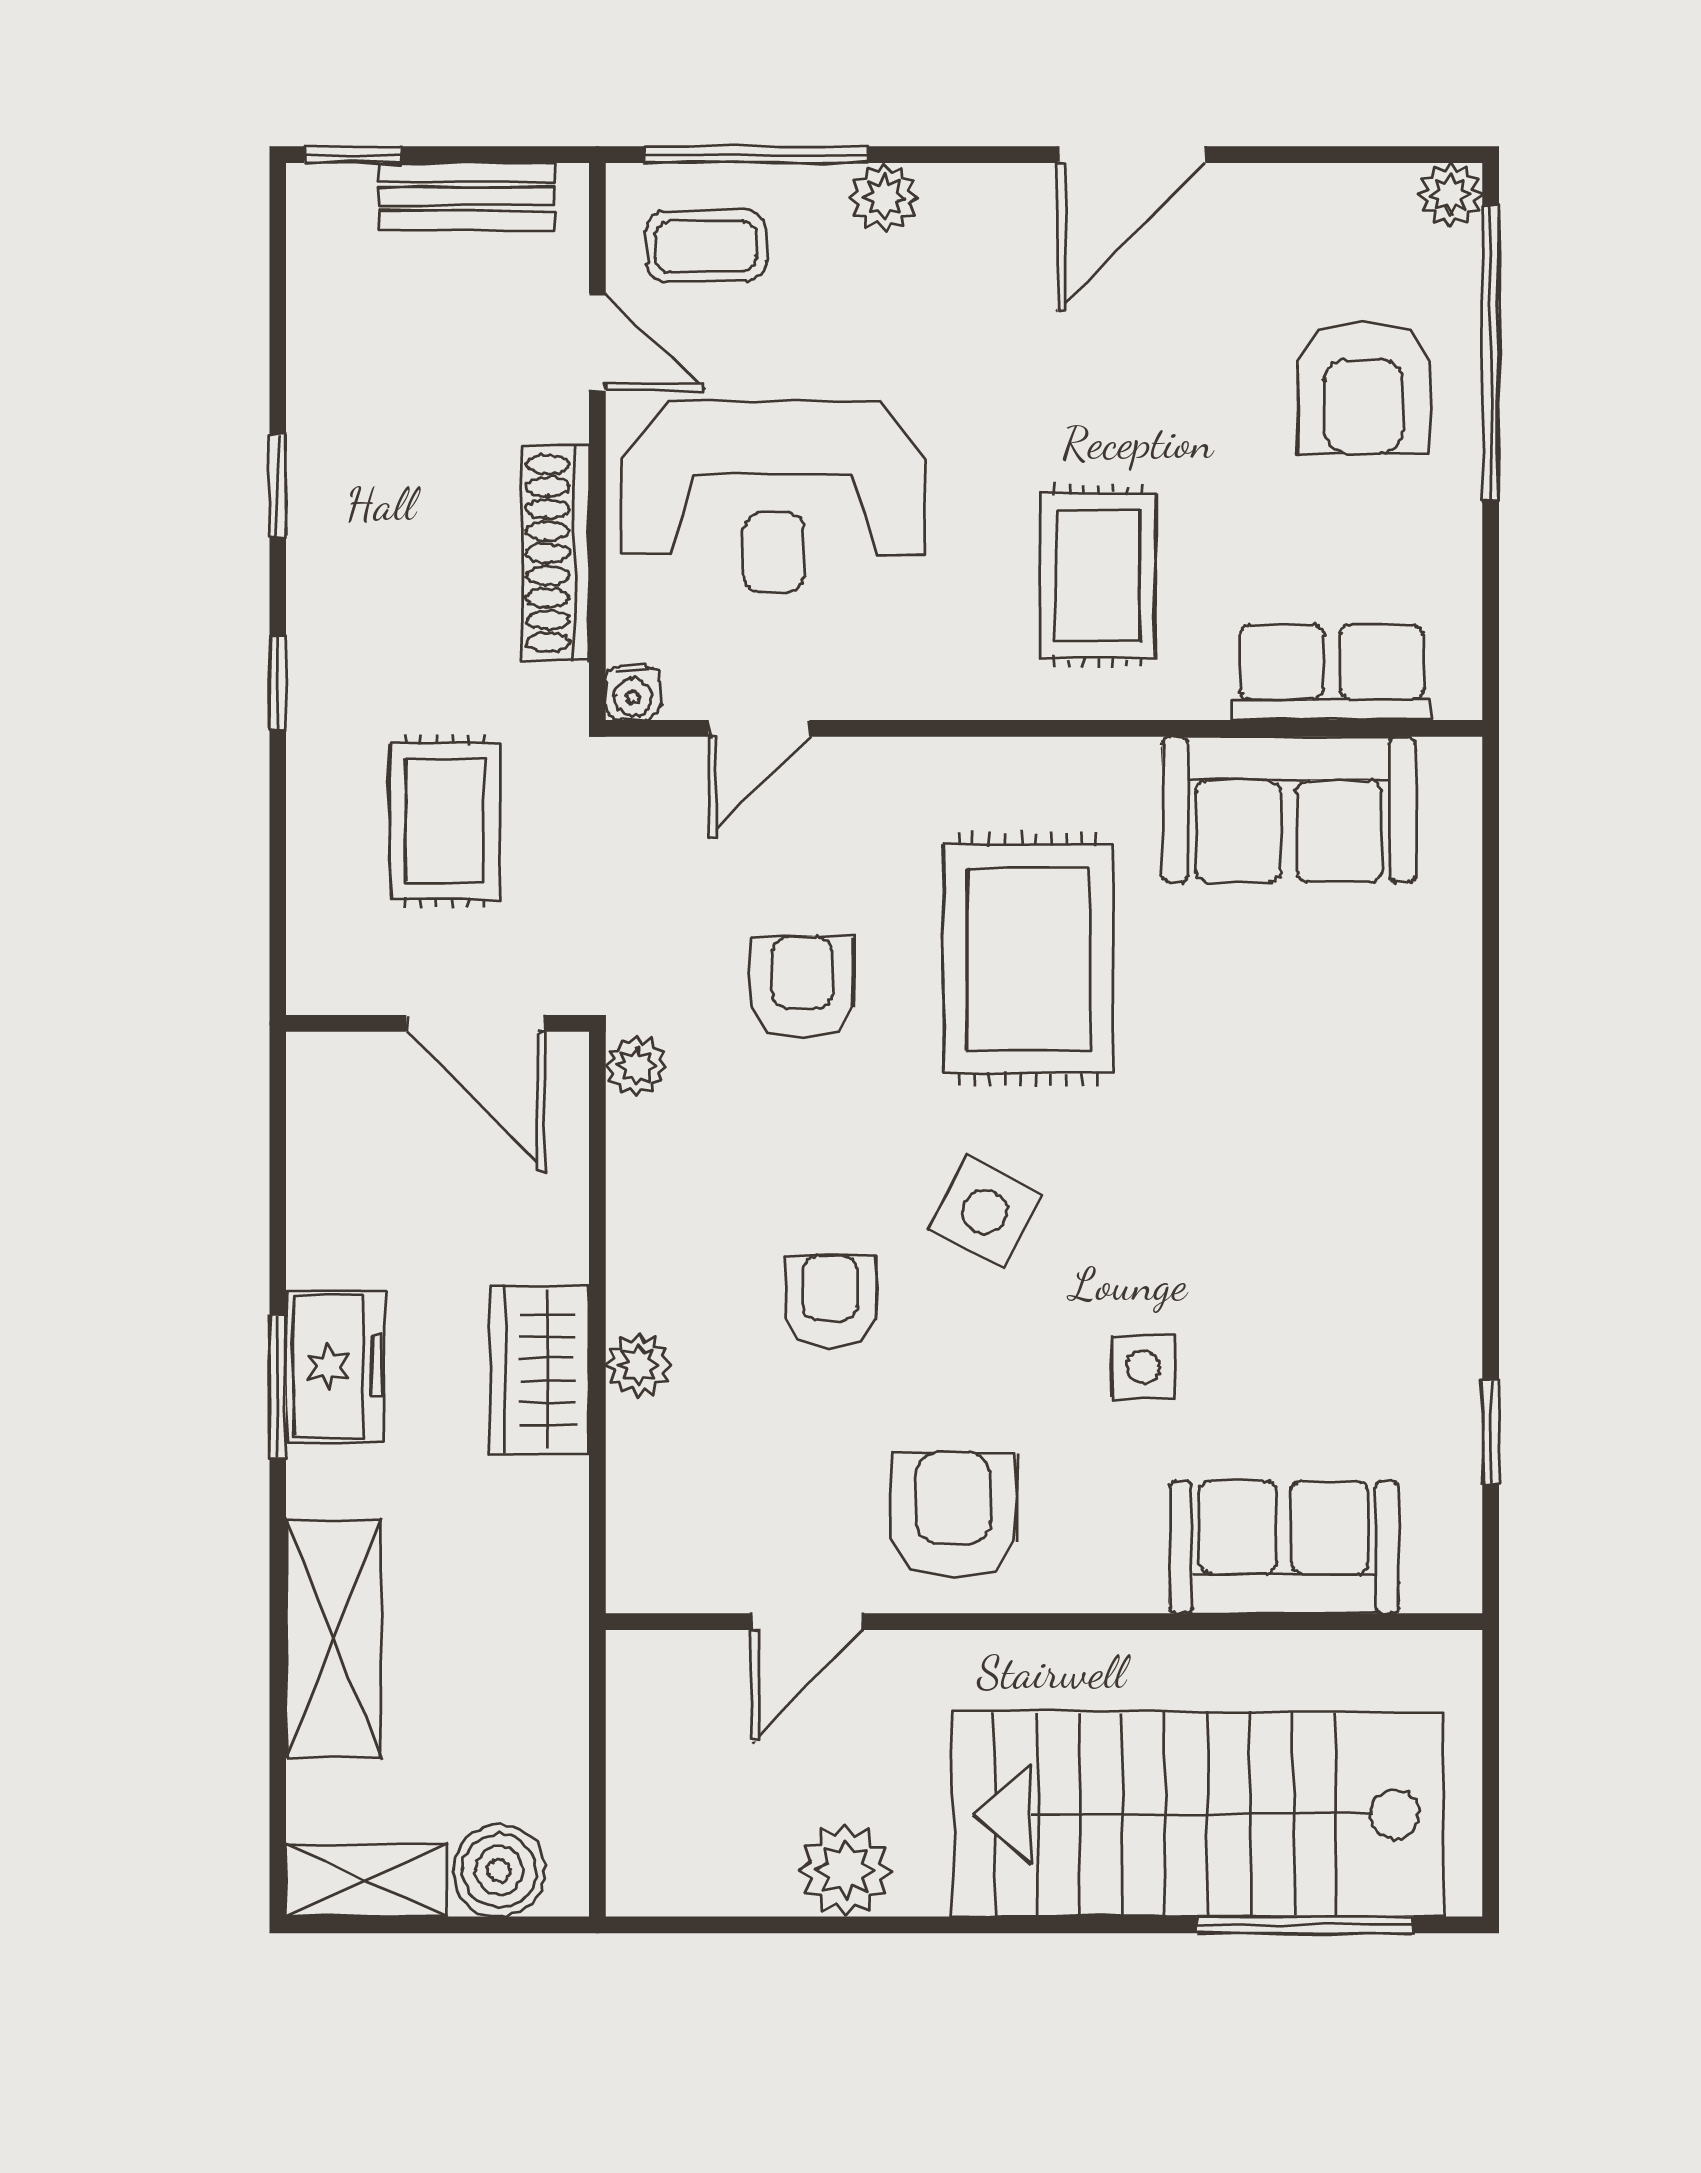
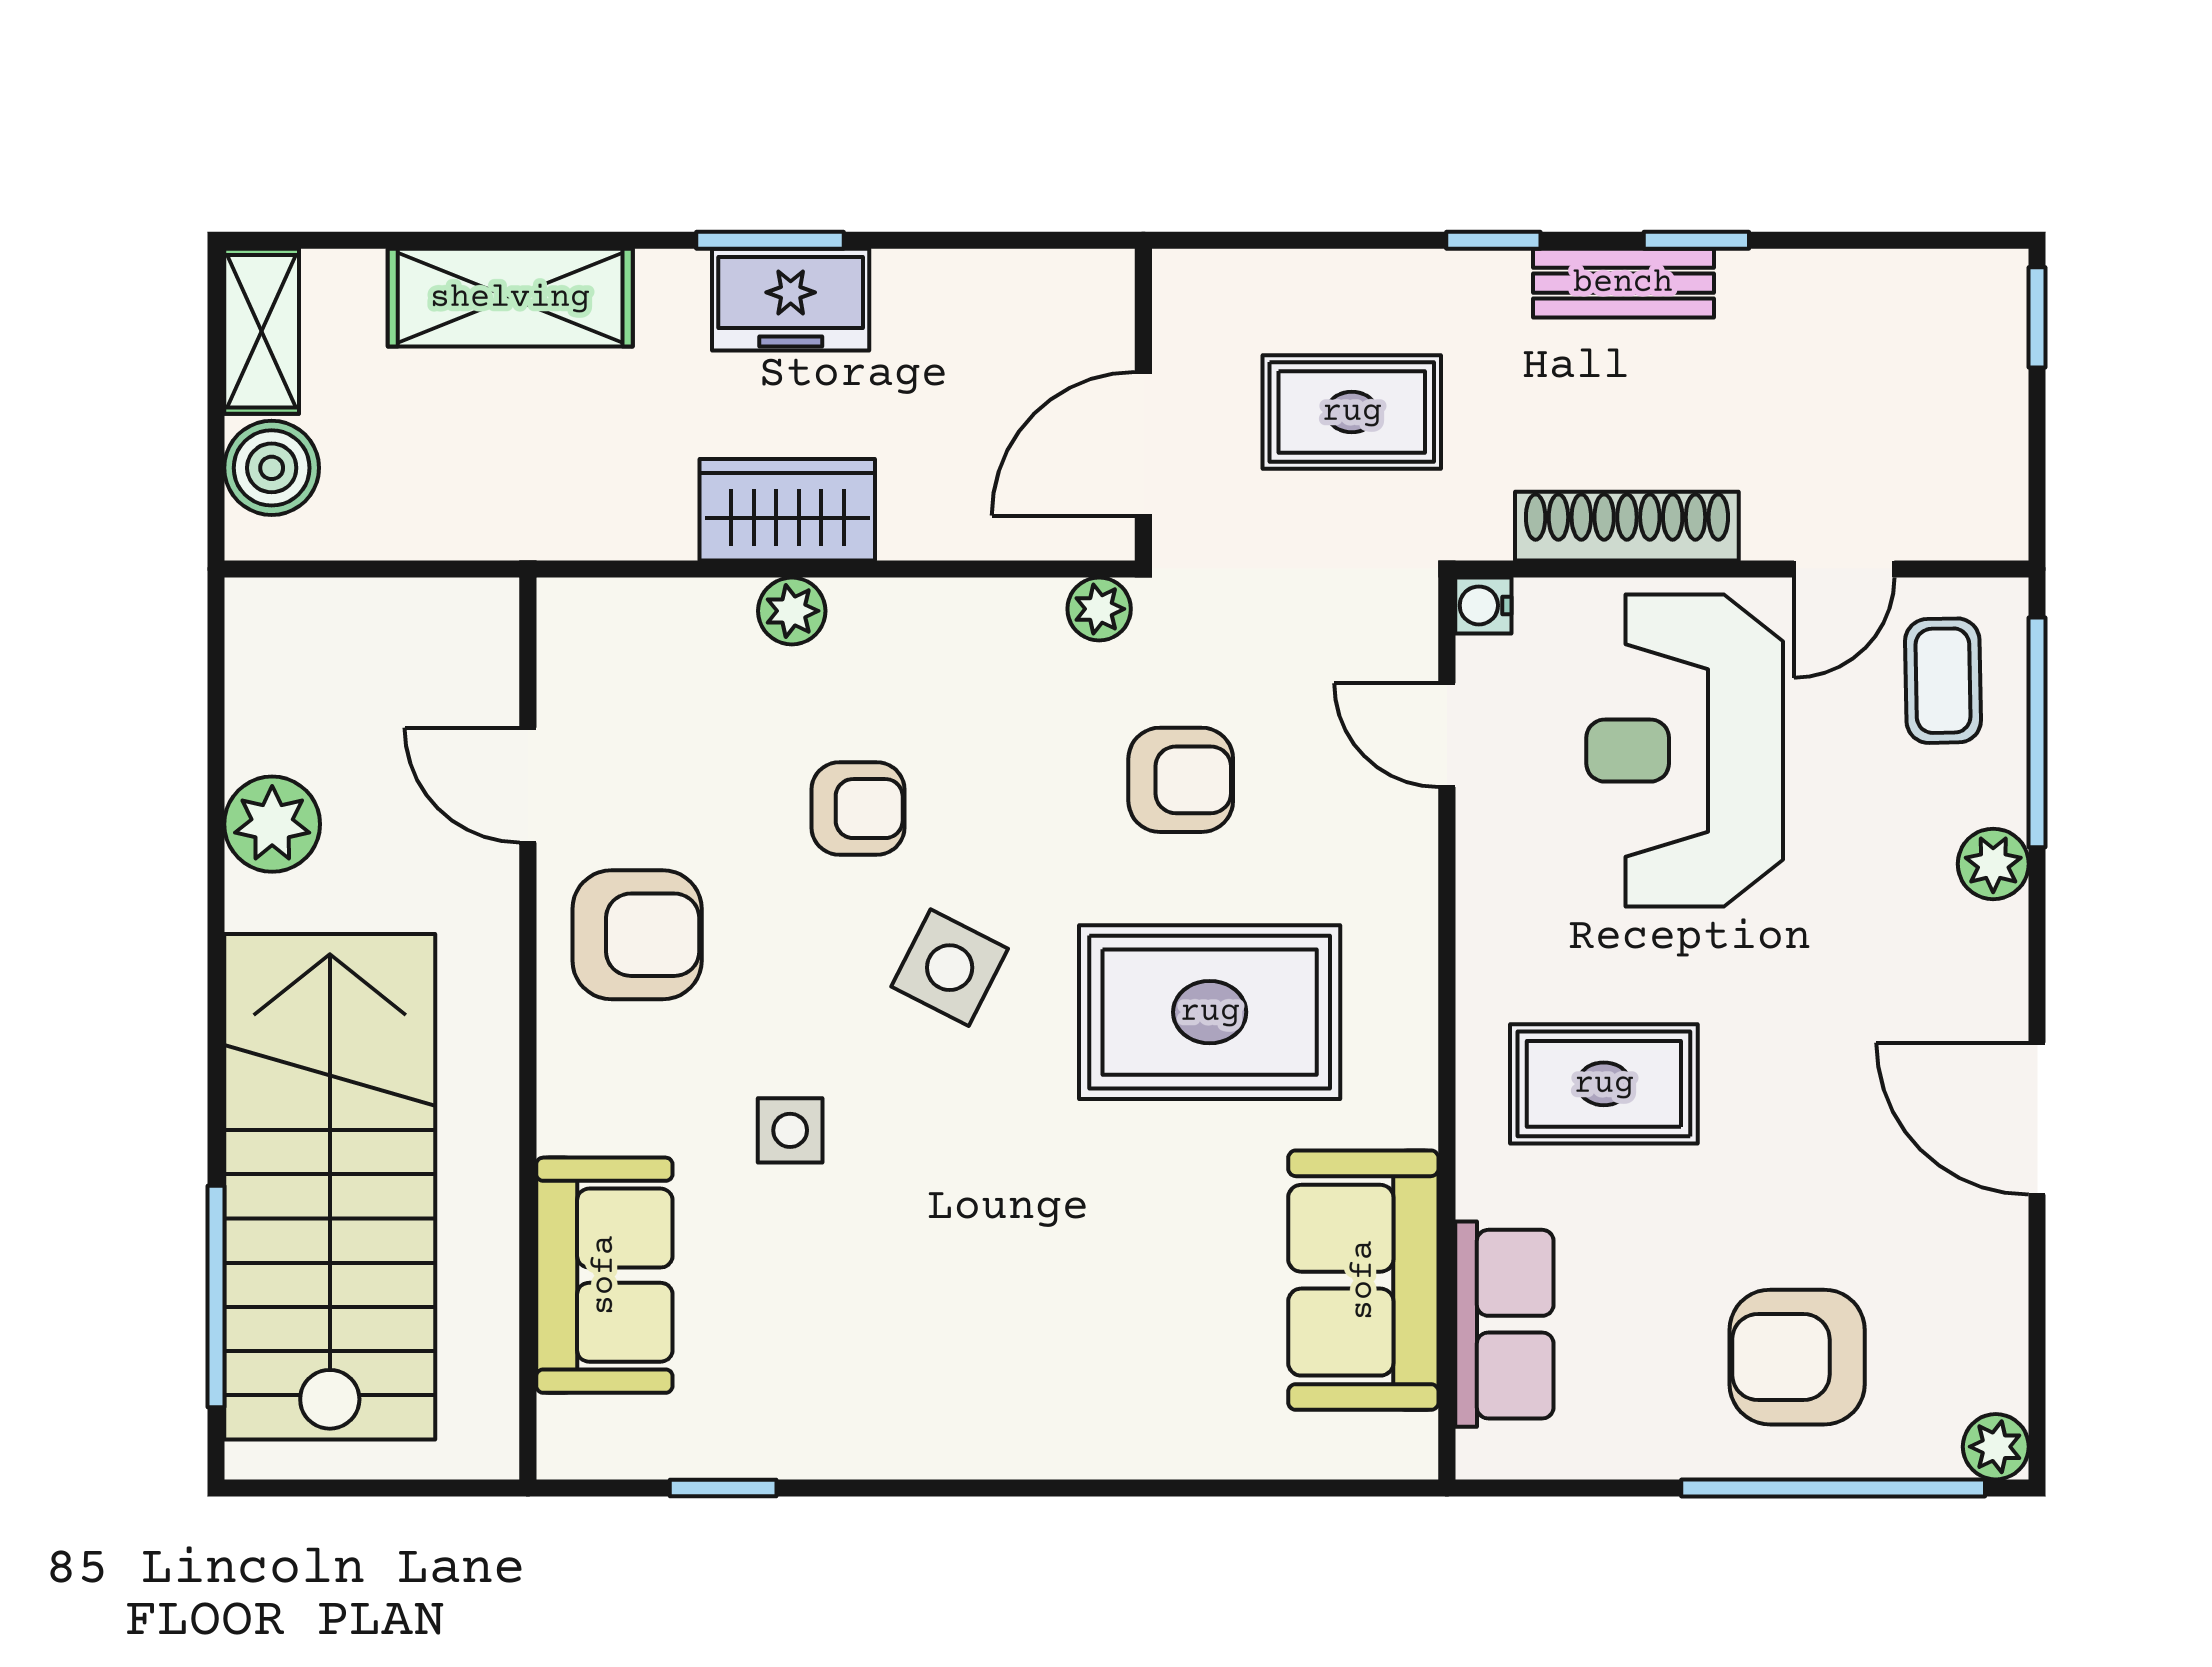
bench: (466, 196) -> (1623, 283), moved, turned 90

